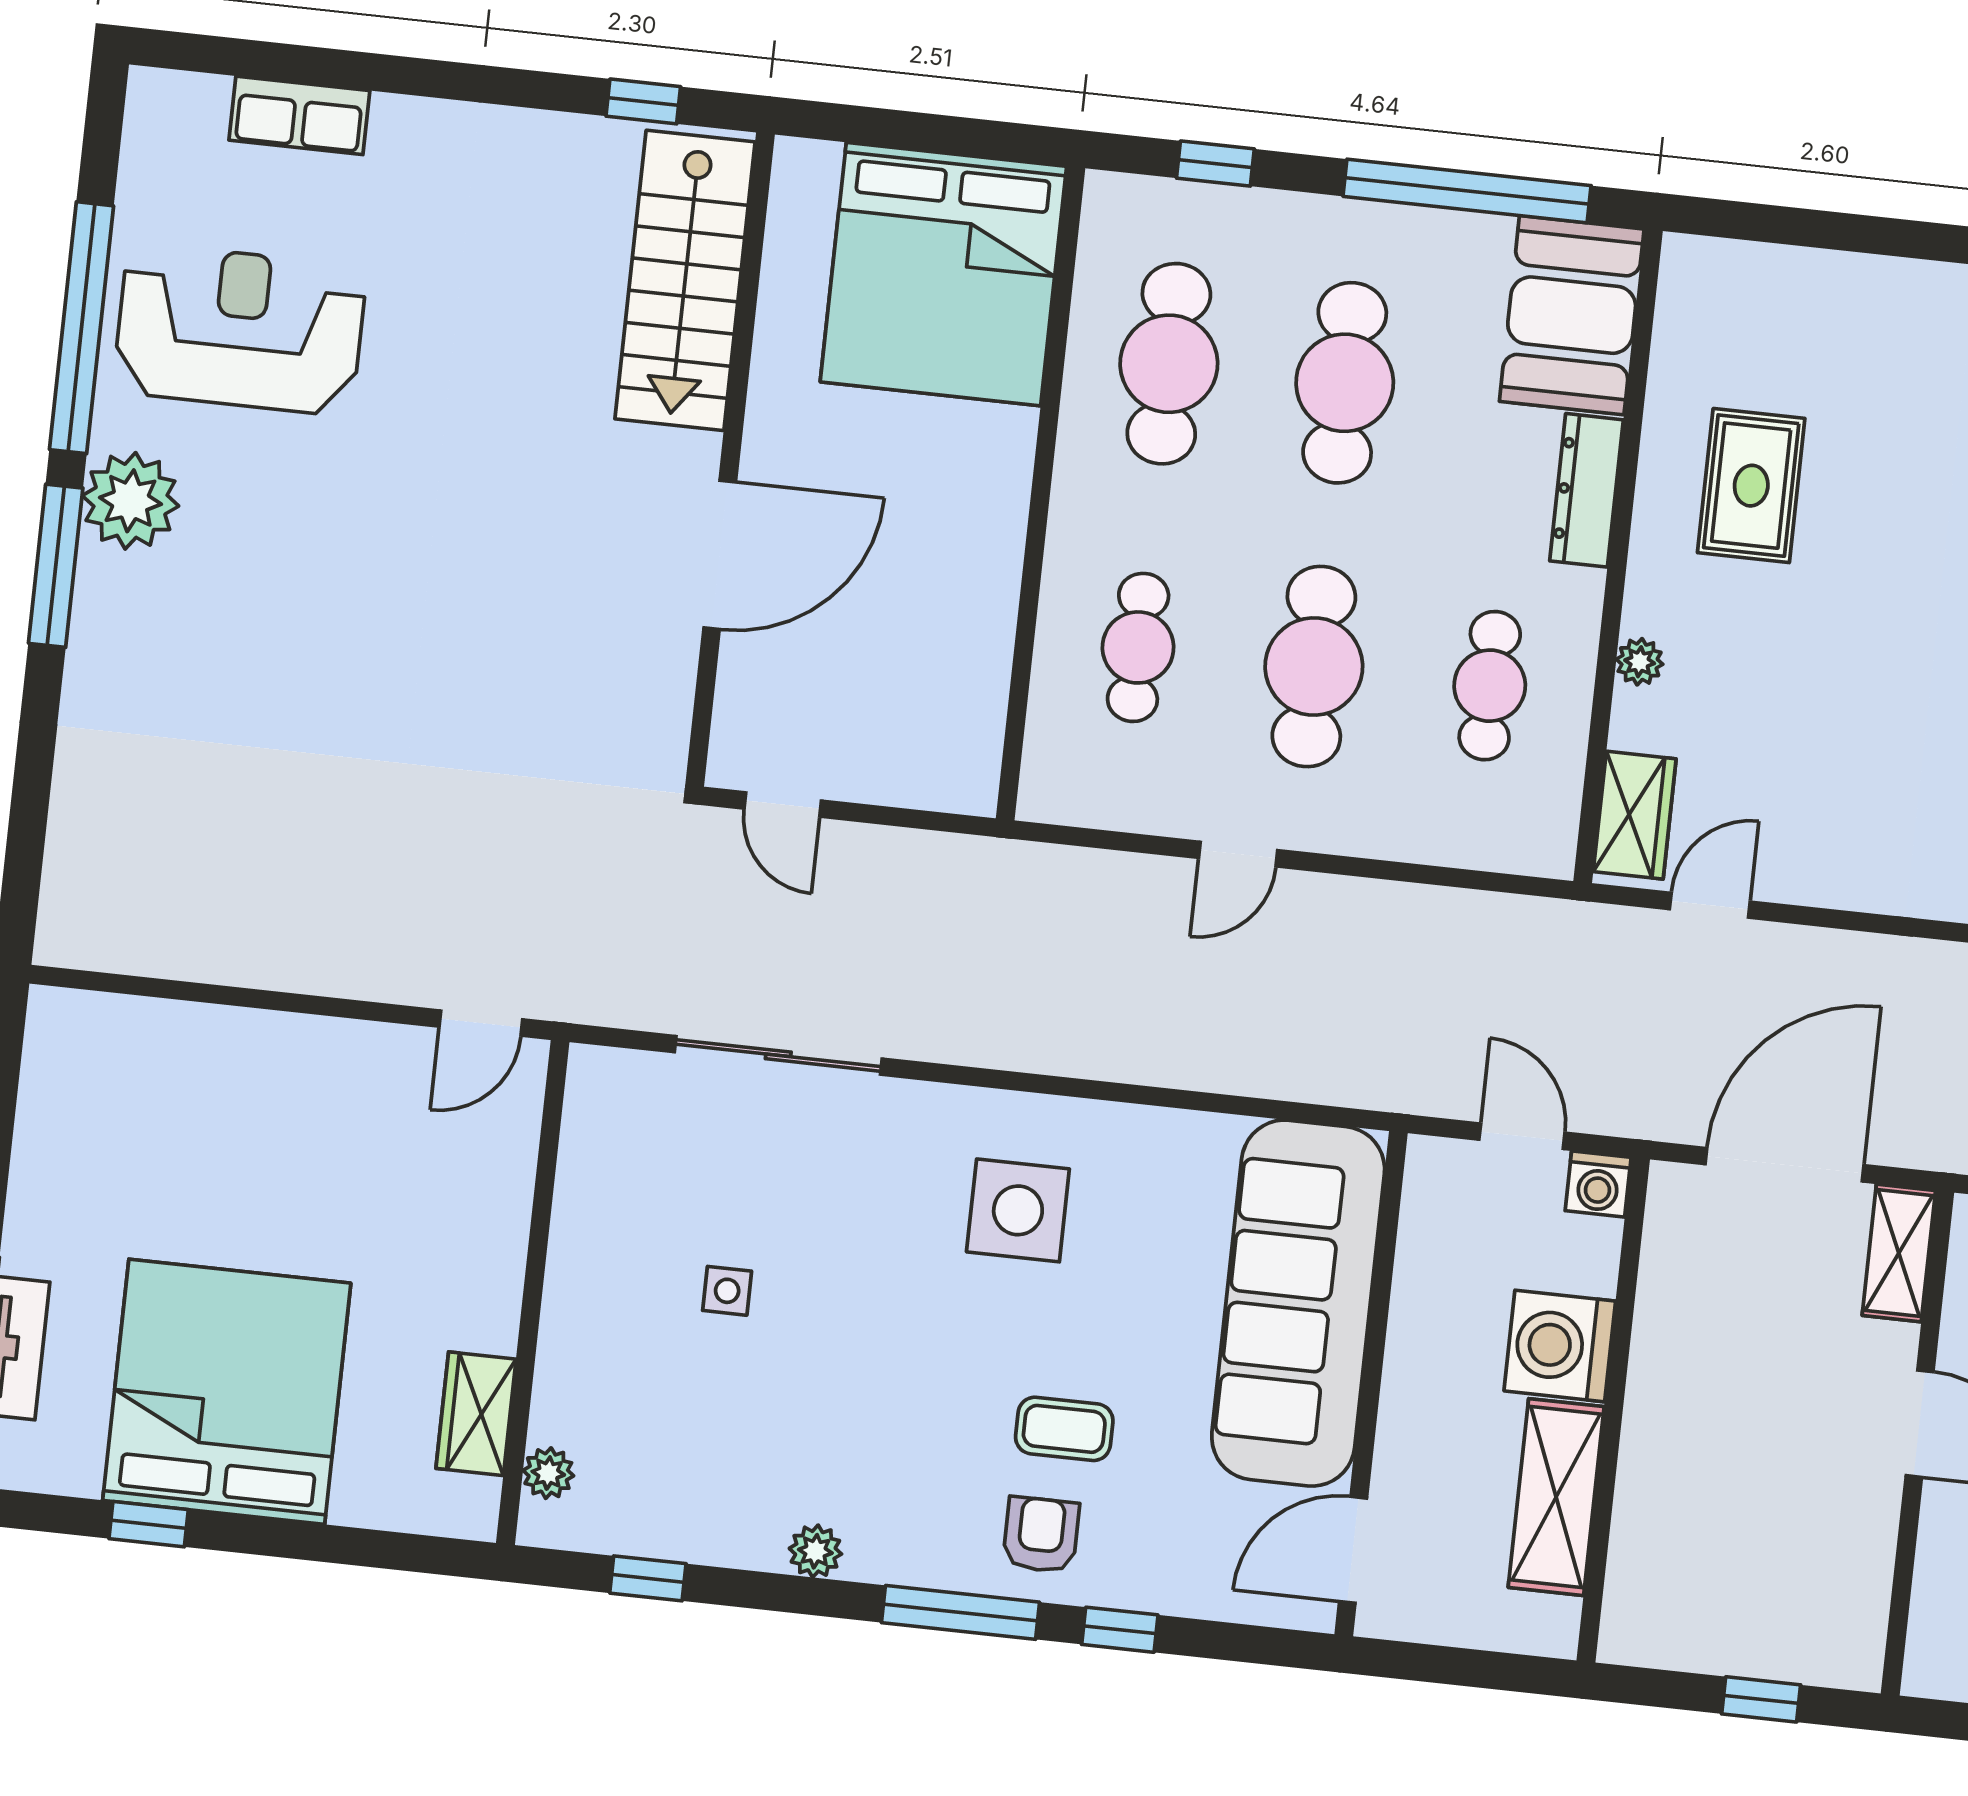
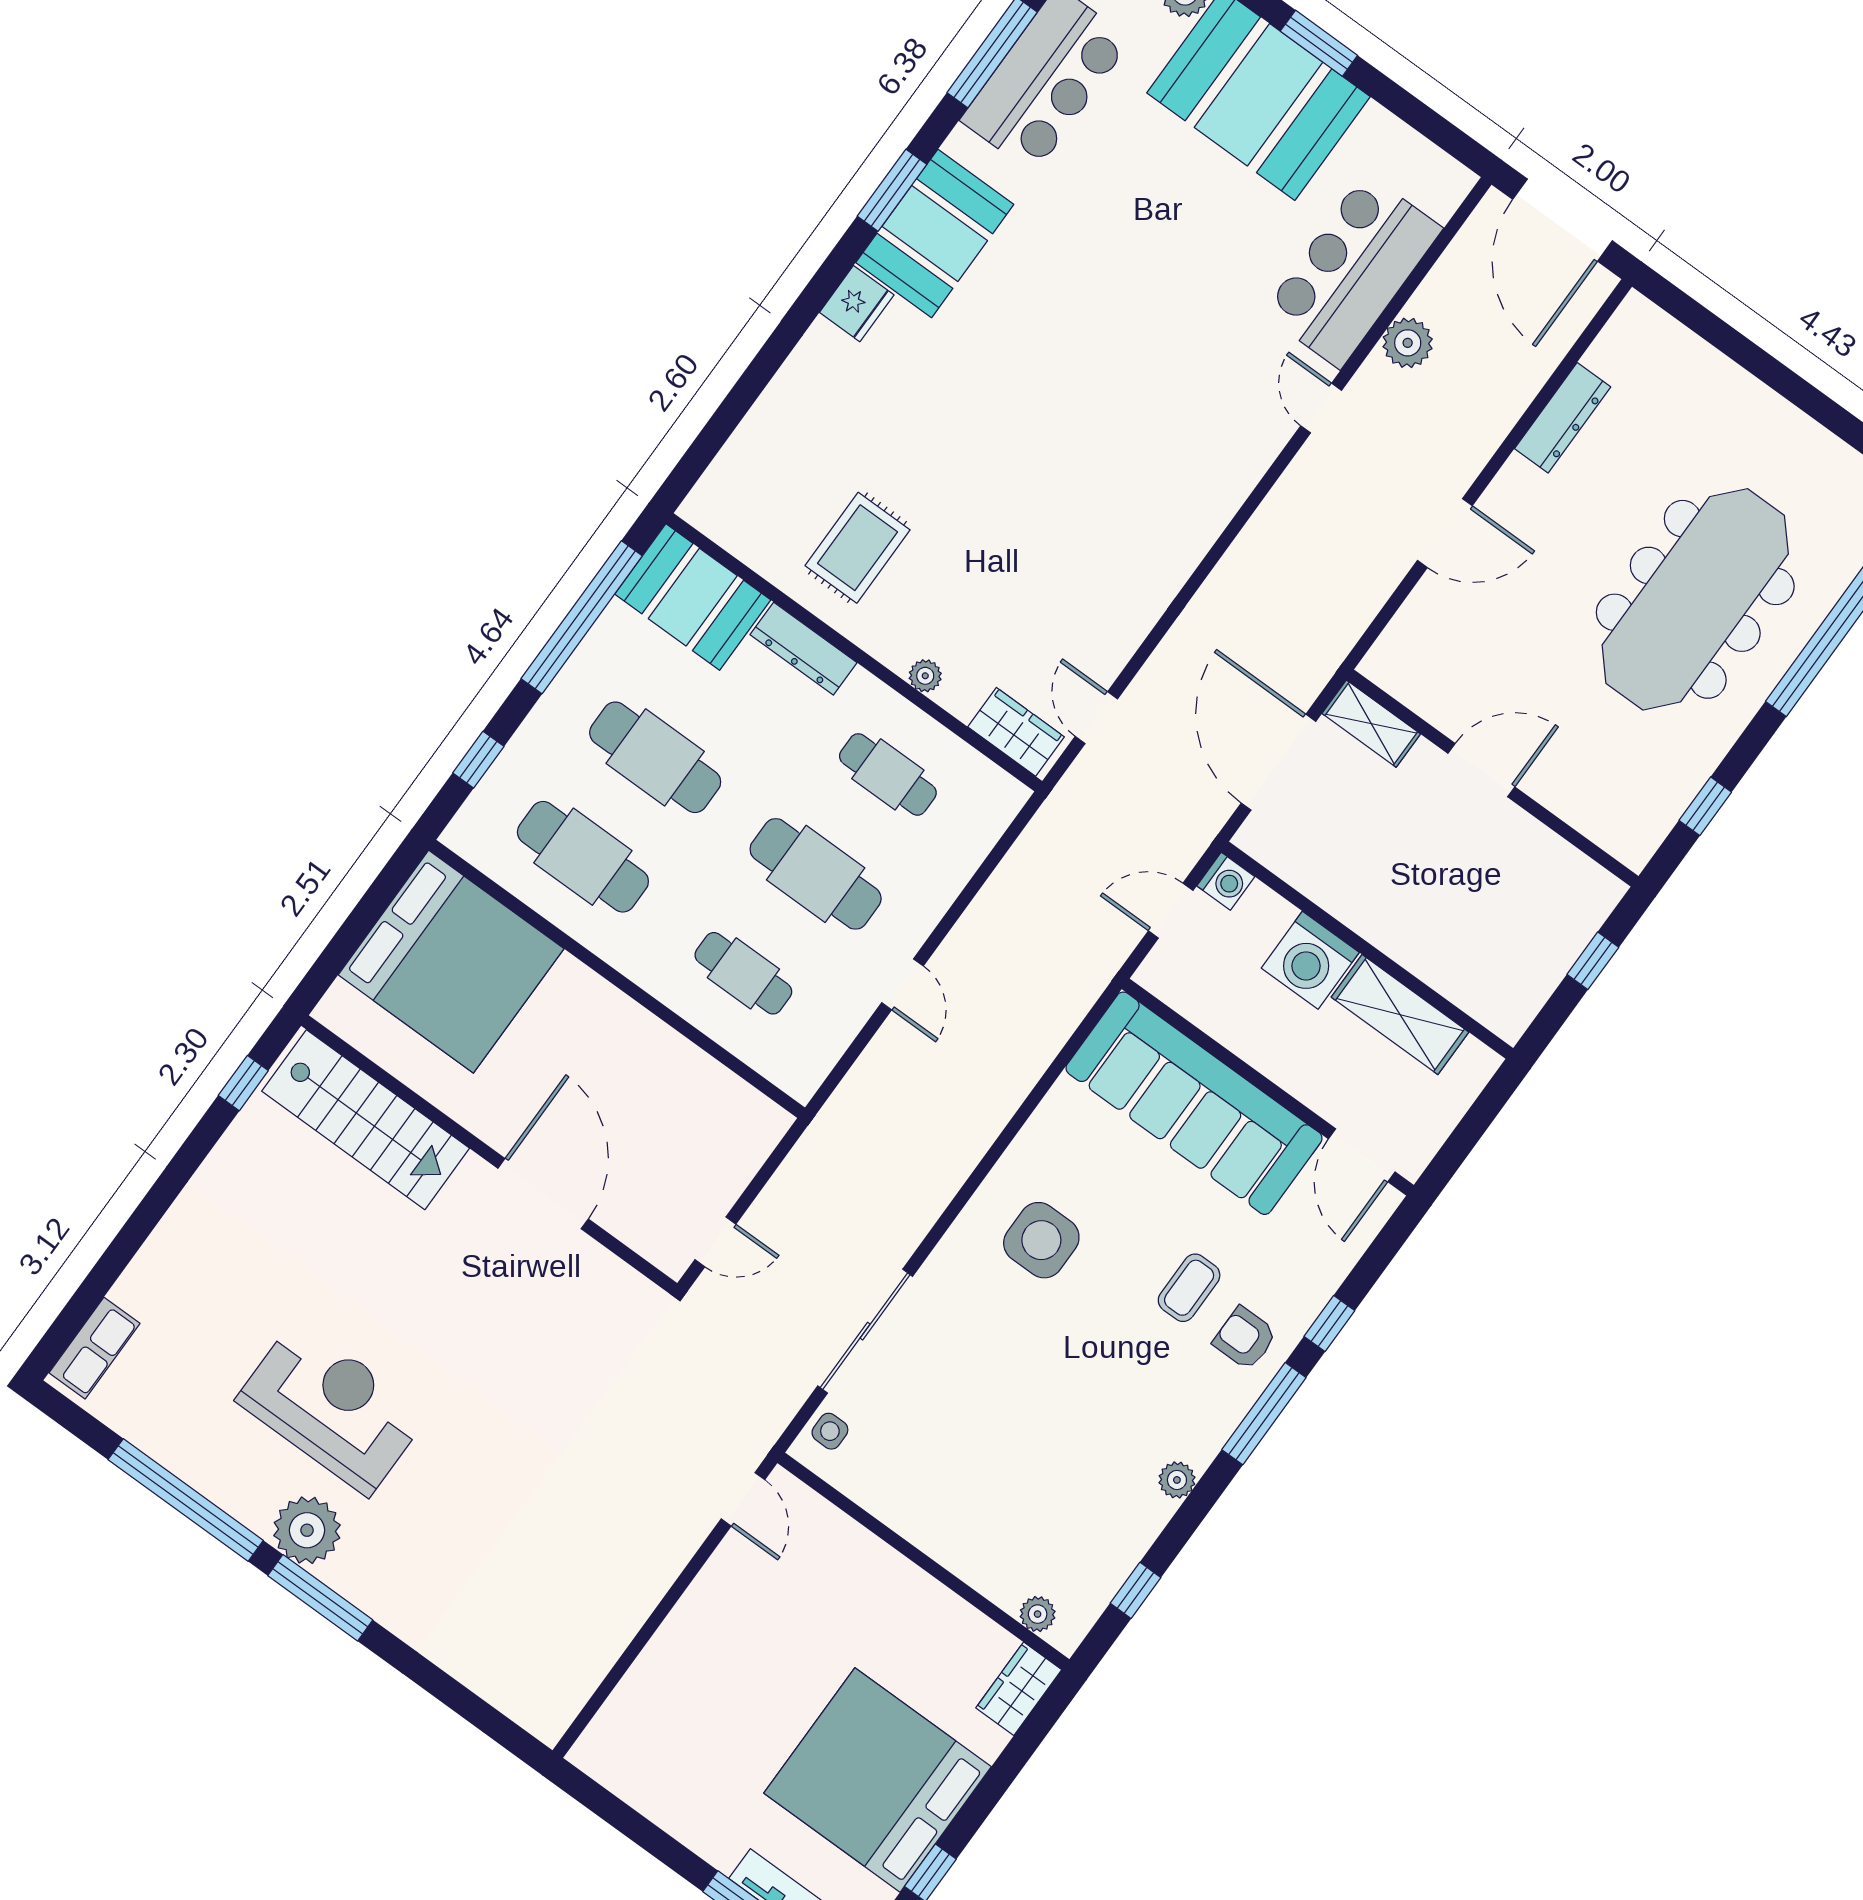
row of seats: (299, 115) -> (95, 1348), moved
reception desk: (240, 329) -> (332, 1407), moved, turned 90
rug: (1751, 486) -> (858, 548), turned 90
side table: (727, 1291) -> (830, 1431), moved
wardrobe: (476, 1414) -> (1019, 1689), moved, turned 90

